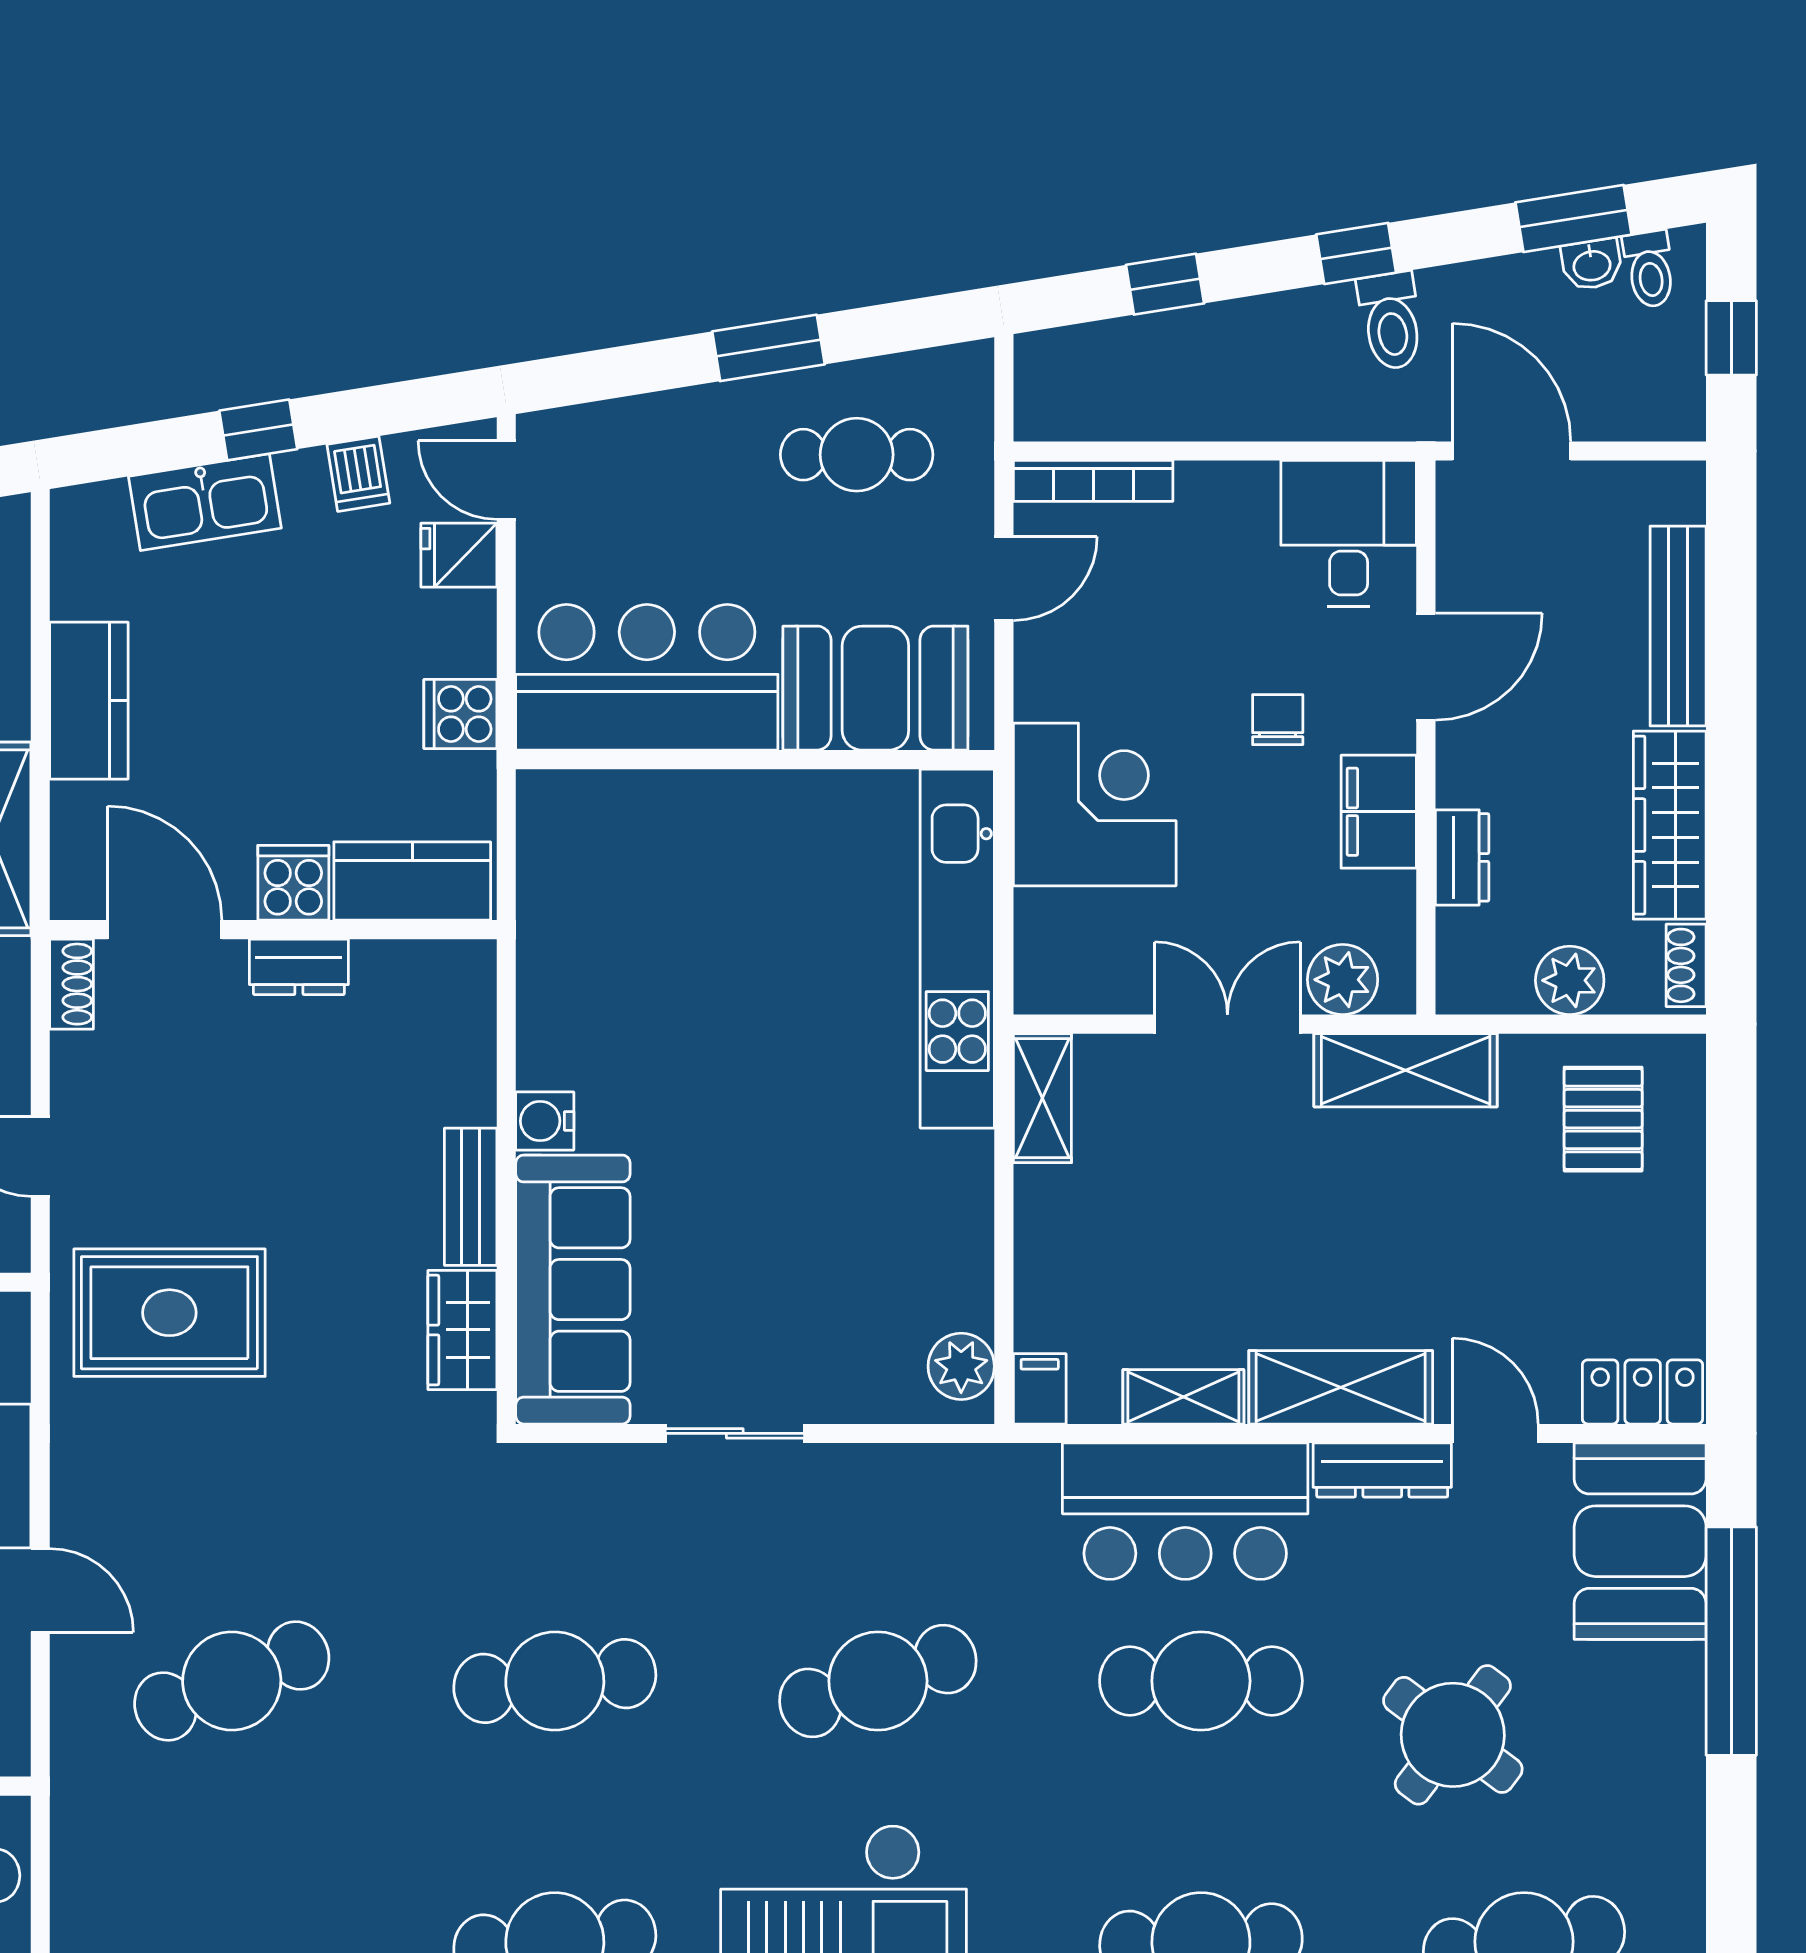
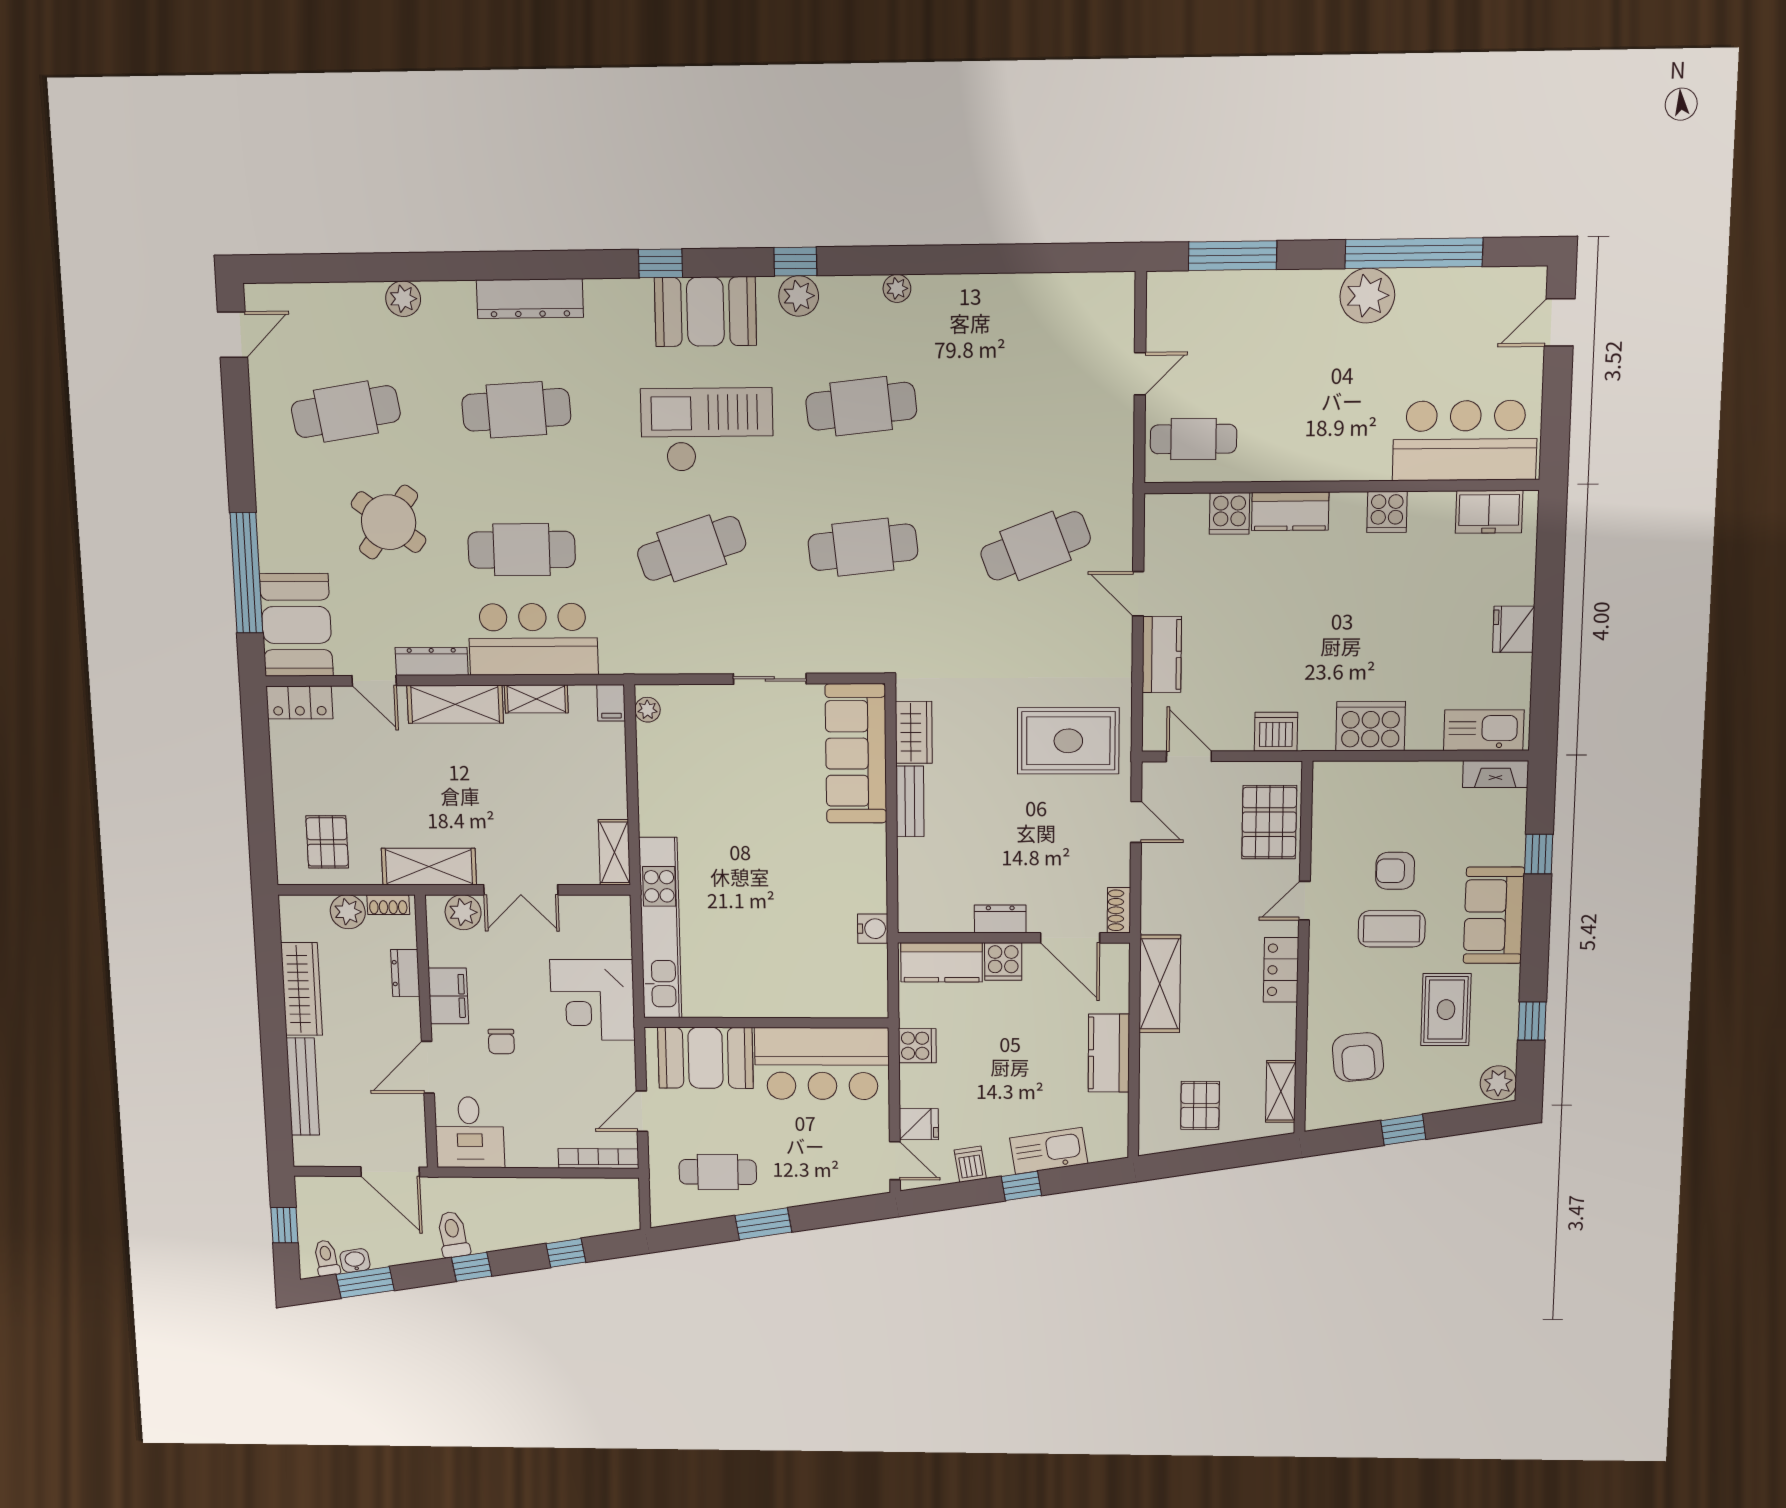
shoe rack: (1686, 965) -> (388, 905), moved, turned 90
water cooler: (545, 1121) -> (873, 929), moved
plant: (961, 1366) -> (647, 710), width x0.73, depth x0.73

